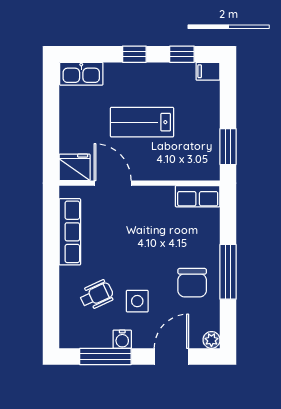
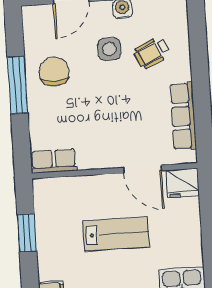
window: (228, 147) -> (27, 233), moved
plant: (211, 340) -> (30, 14), removed

